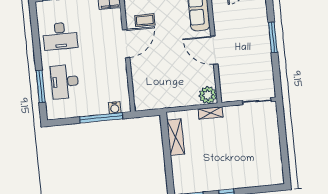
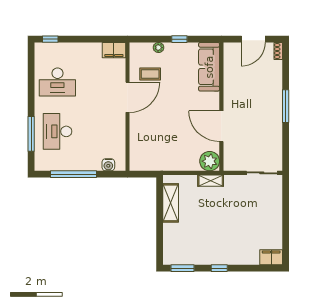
door: (214, 50) -> (221, 126), moved
window: (101, 118) -> (73, 174), moved
filing cabinet: (273, 178) -> (271, 257), added

